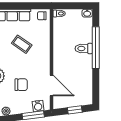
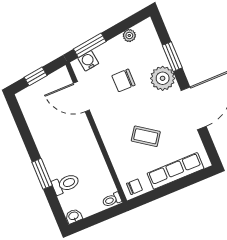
window: (96, 48) -> (42, 174), width x0.47
toilet: (84, 49) -> (66, 184), moved

